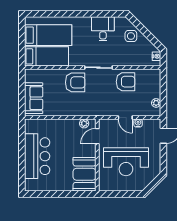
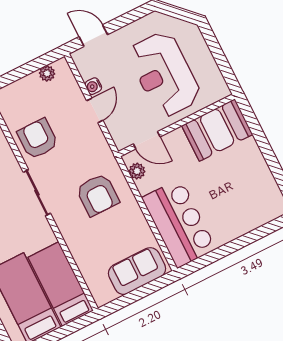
armchair: (75, 82) -> (98, 195), moved, turned 180
bar counter: (37, 156) -> (179, 223), moved, turned 90
reception desk: (126, 162) -> (164, 74), turned 180

